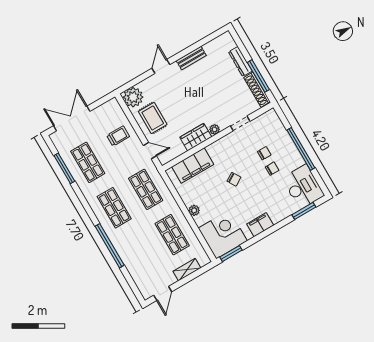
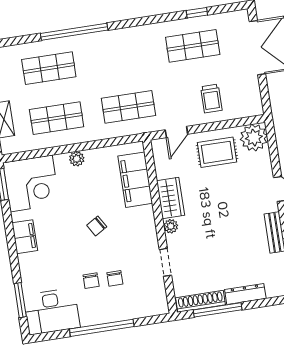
window: (64, 168) -> (197, 13), width x0.46
shop shelf: (114, 208) -> (49, 68), moved

